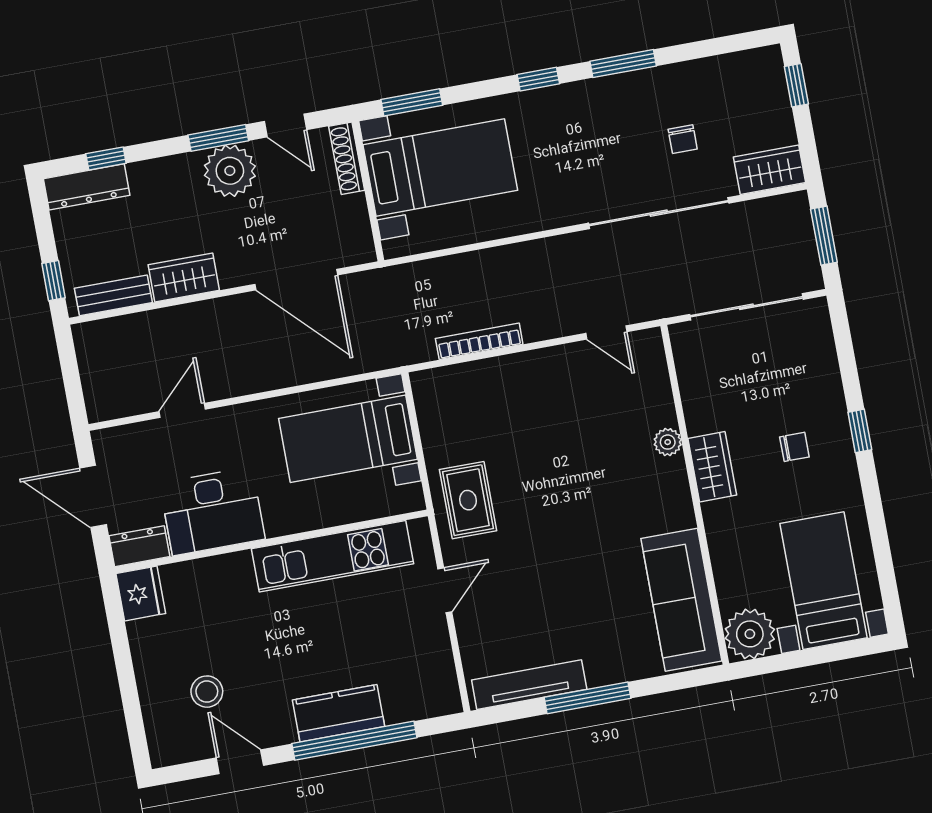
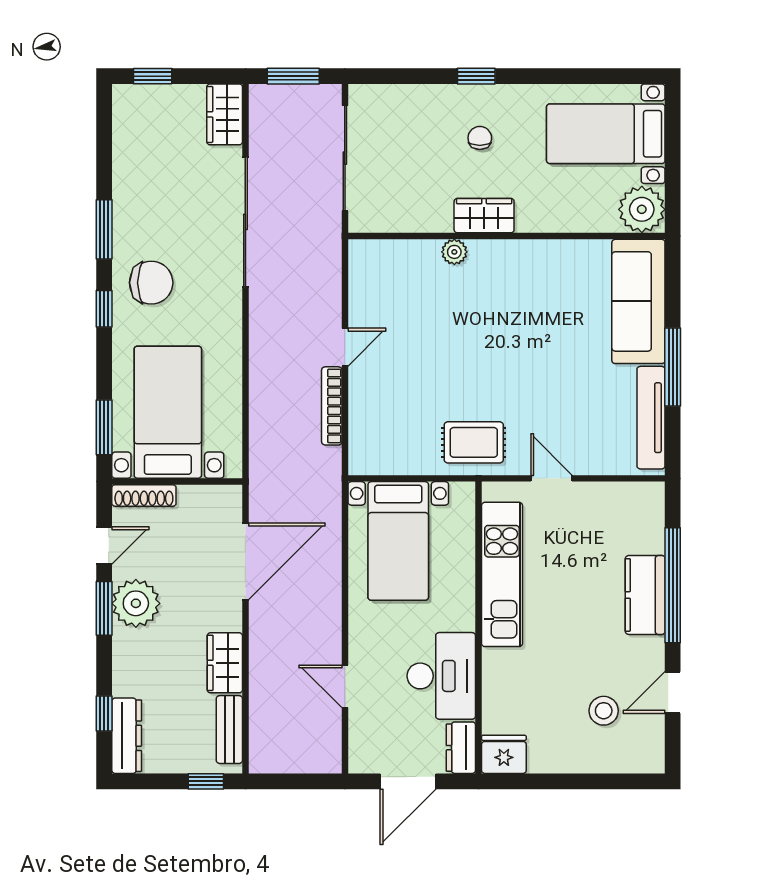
chair: (683, 139) -> (151, 283), moved, width x1.87, depth x1.87
door: (606, 333) -> (345, 347), moved
sofa: (681, 600) -> (638, 301), moved, turned 90

